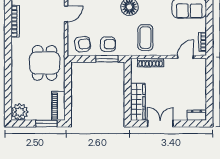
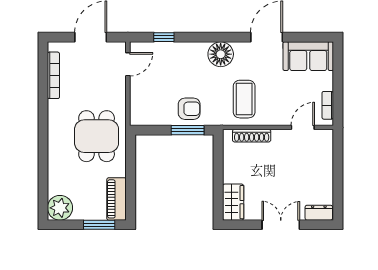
armchair: (82, 44) -> (152, 109), removed
wardrobe: (138, 102) -> (233, 202), width x0.67
double door: (160, 123) -> (281, 225), moved

